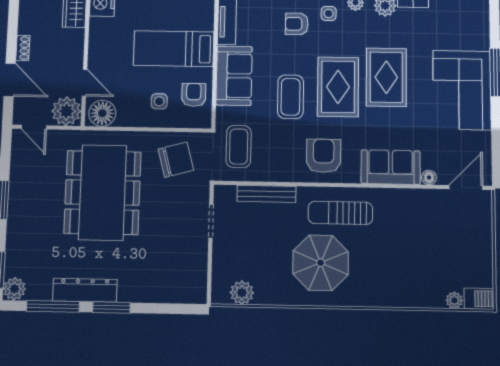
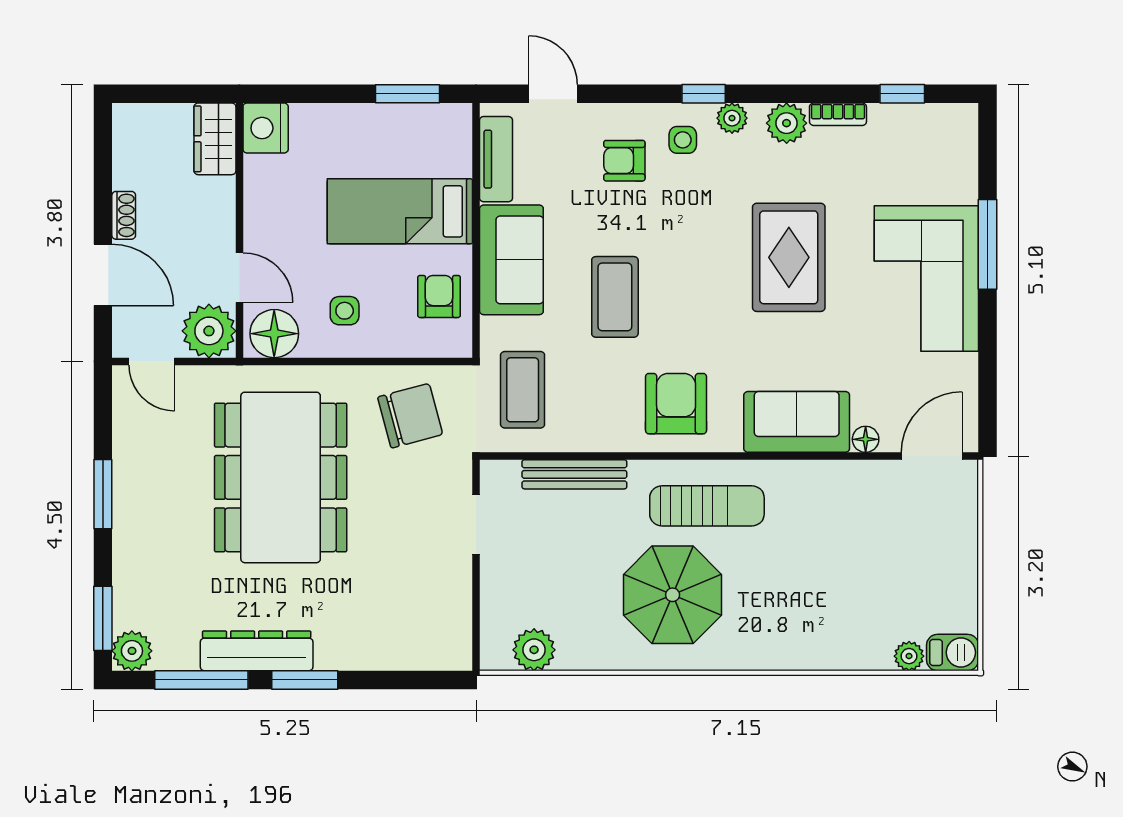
rug: (338, 87) -> (701, 277), removed
side table: (159, 101) -> (345, 311), moved
sun lounger: (340, 213) -> (707, 506), turned 180

